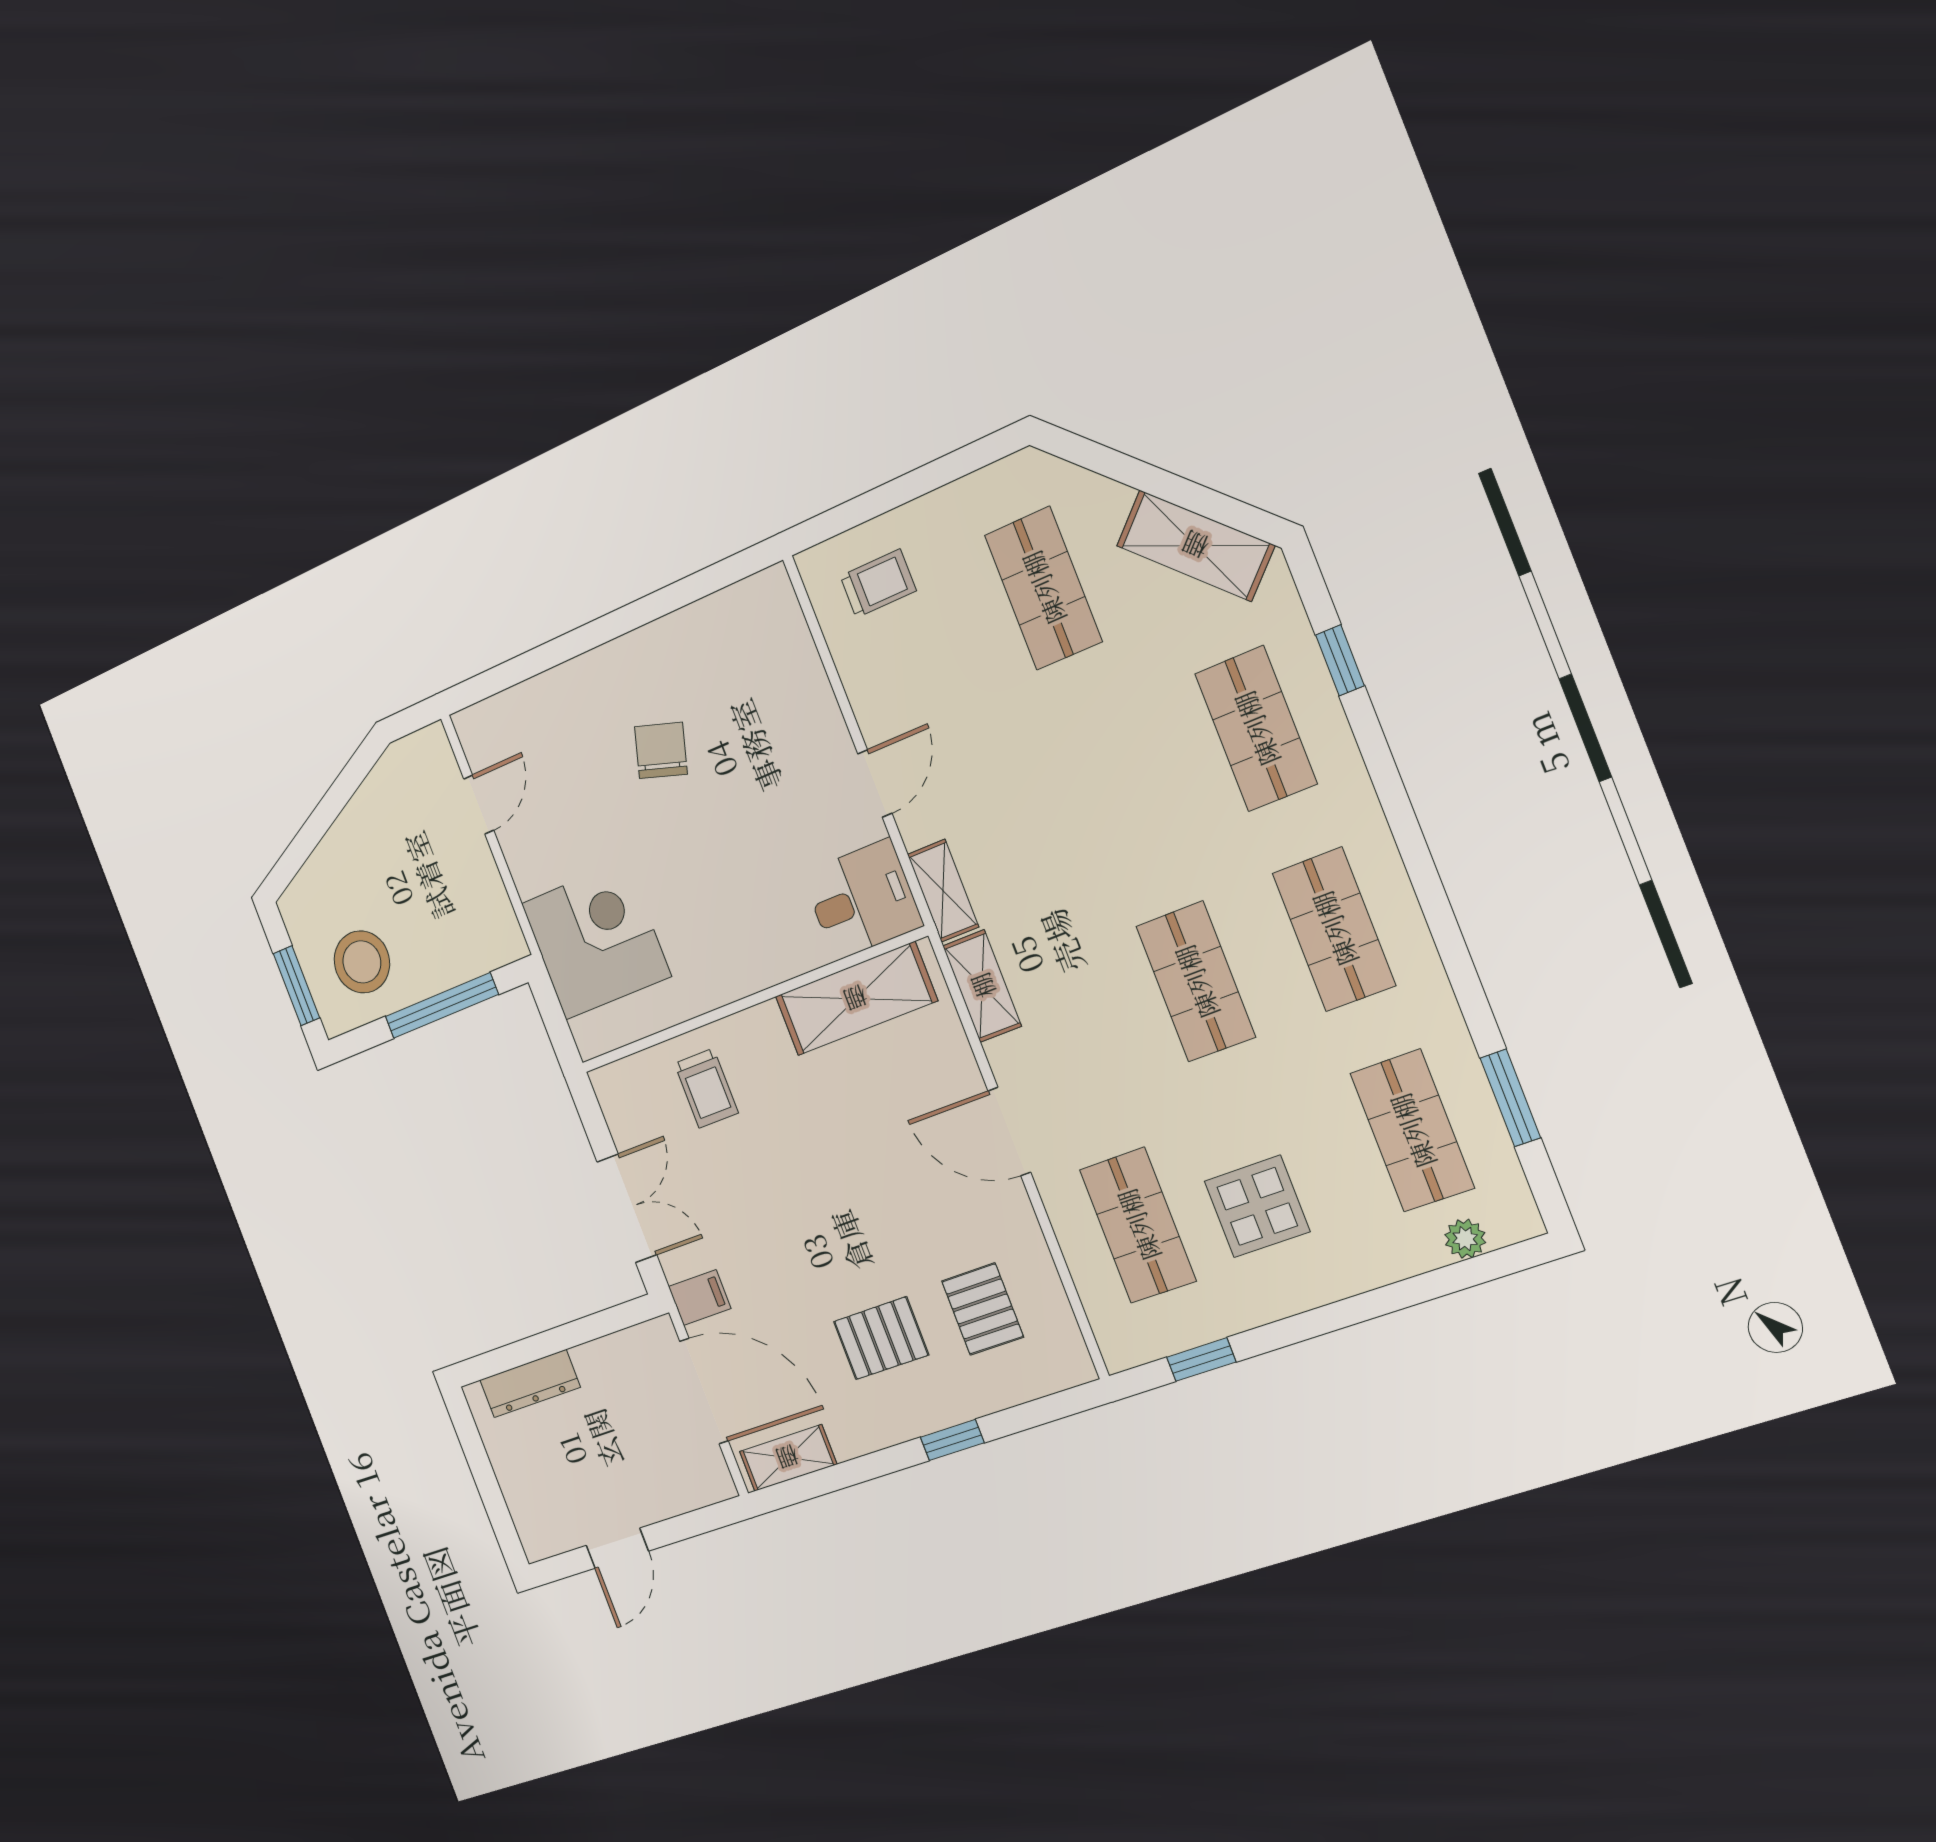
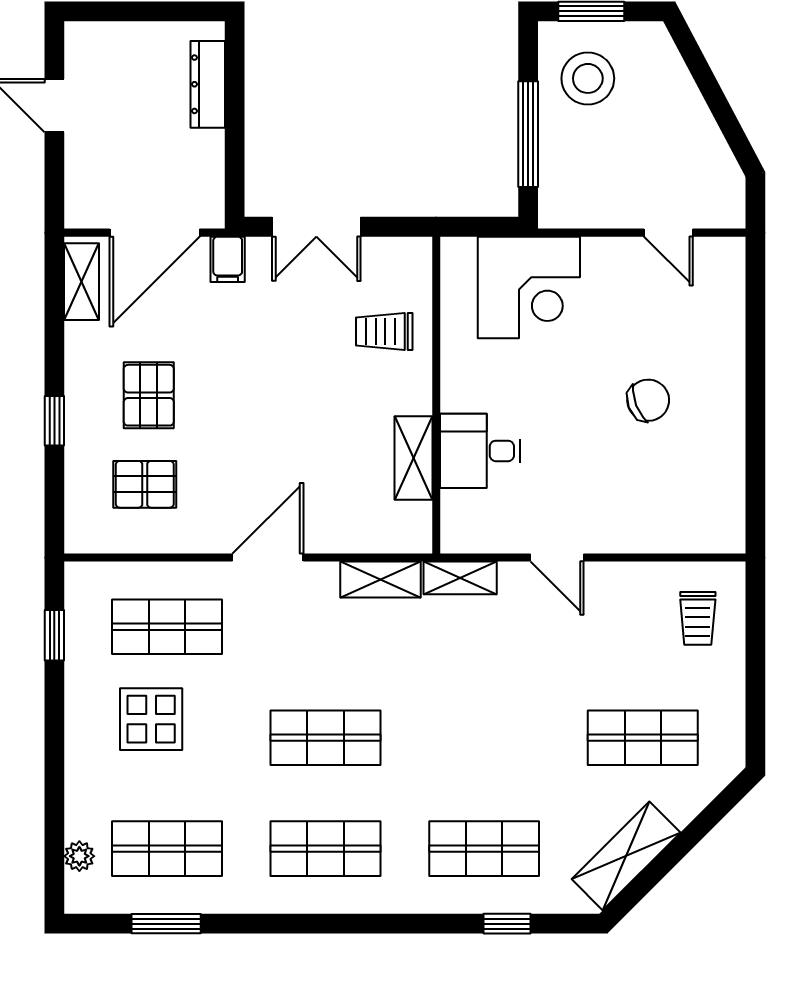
chair: (661, 750) -> (648, 400), turned -38
desk: (862, 900) -> (480, 451), moved, turned 90
shelving: (856, 999) -> (413, 458), width x0.67, depth x0.75

